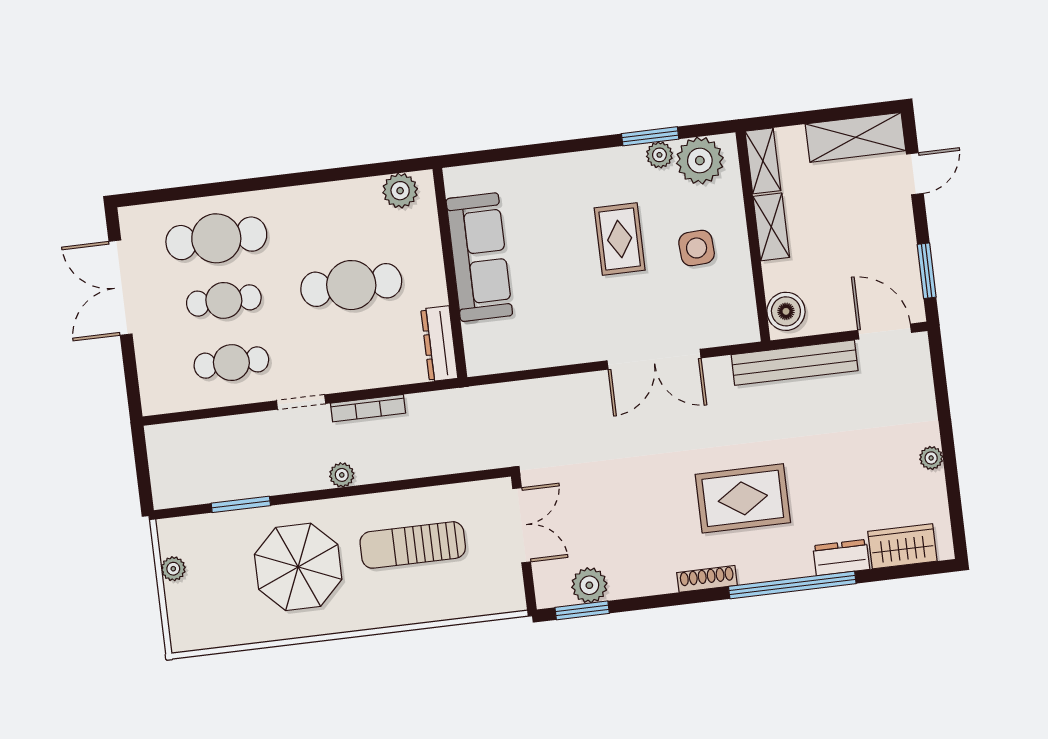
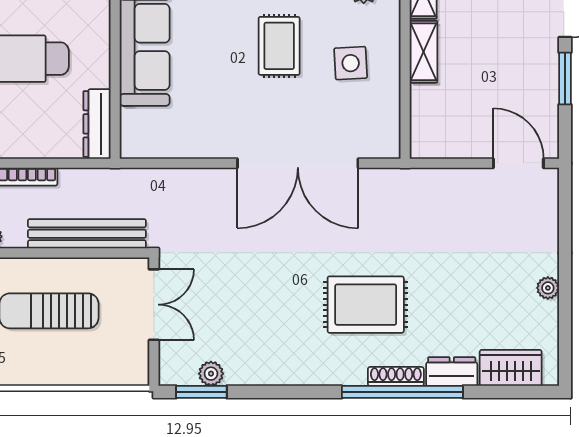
window: (927, 271) -> (565, 78), moved
boiler: (786, 311) -> (428, 133), removed
double door: (654, 359) -> (298, 163), width x1.36
bench: (795, 363) -> (87, 234), moved
shoe rack: (707, 579) -> (396, 376), moved
plant: (589, 585) -> (211, 374), width x0.73, depth x0.73

